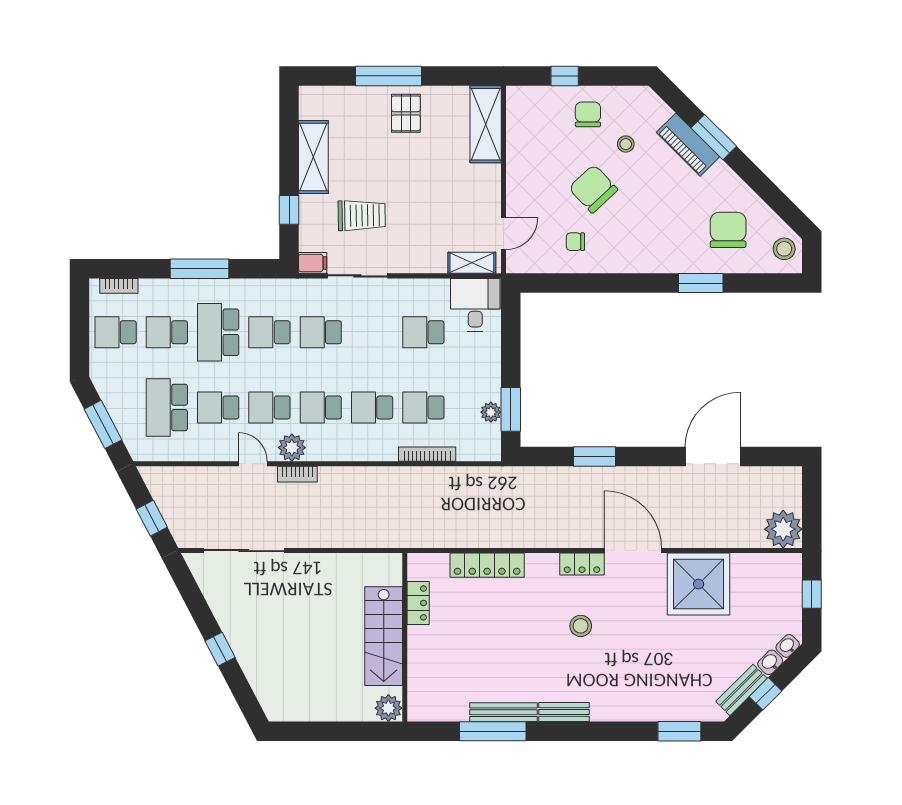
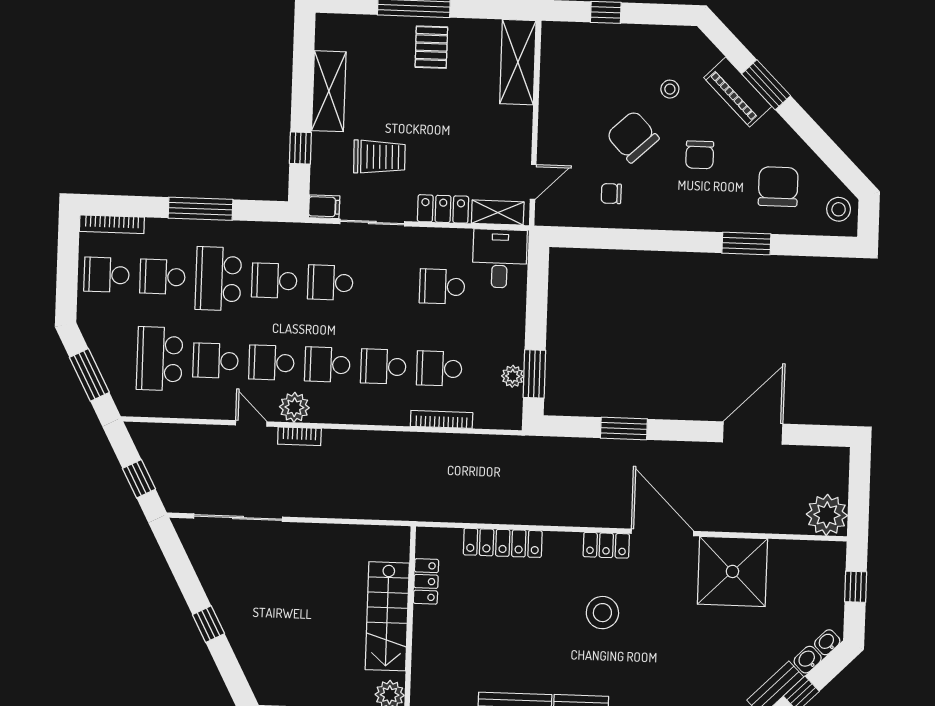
chair: (588, 114) -> (700, 155), moved, turned 180
locker: (422, 261) -> (443, 209), added
bookcase: (119, 286) -> (112, 224), width x1.56
stool: (581, 626) -> (602, 613), width x1.38, depth x1.38

